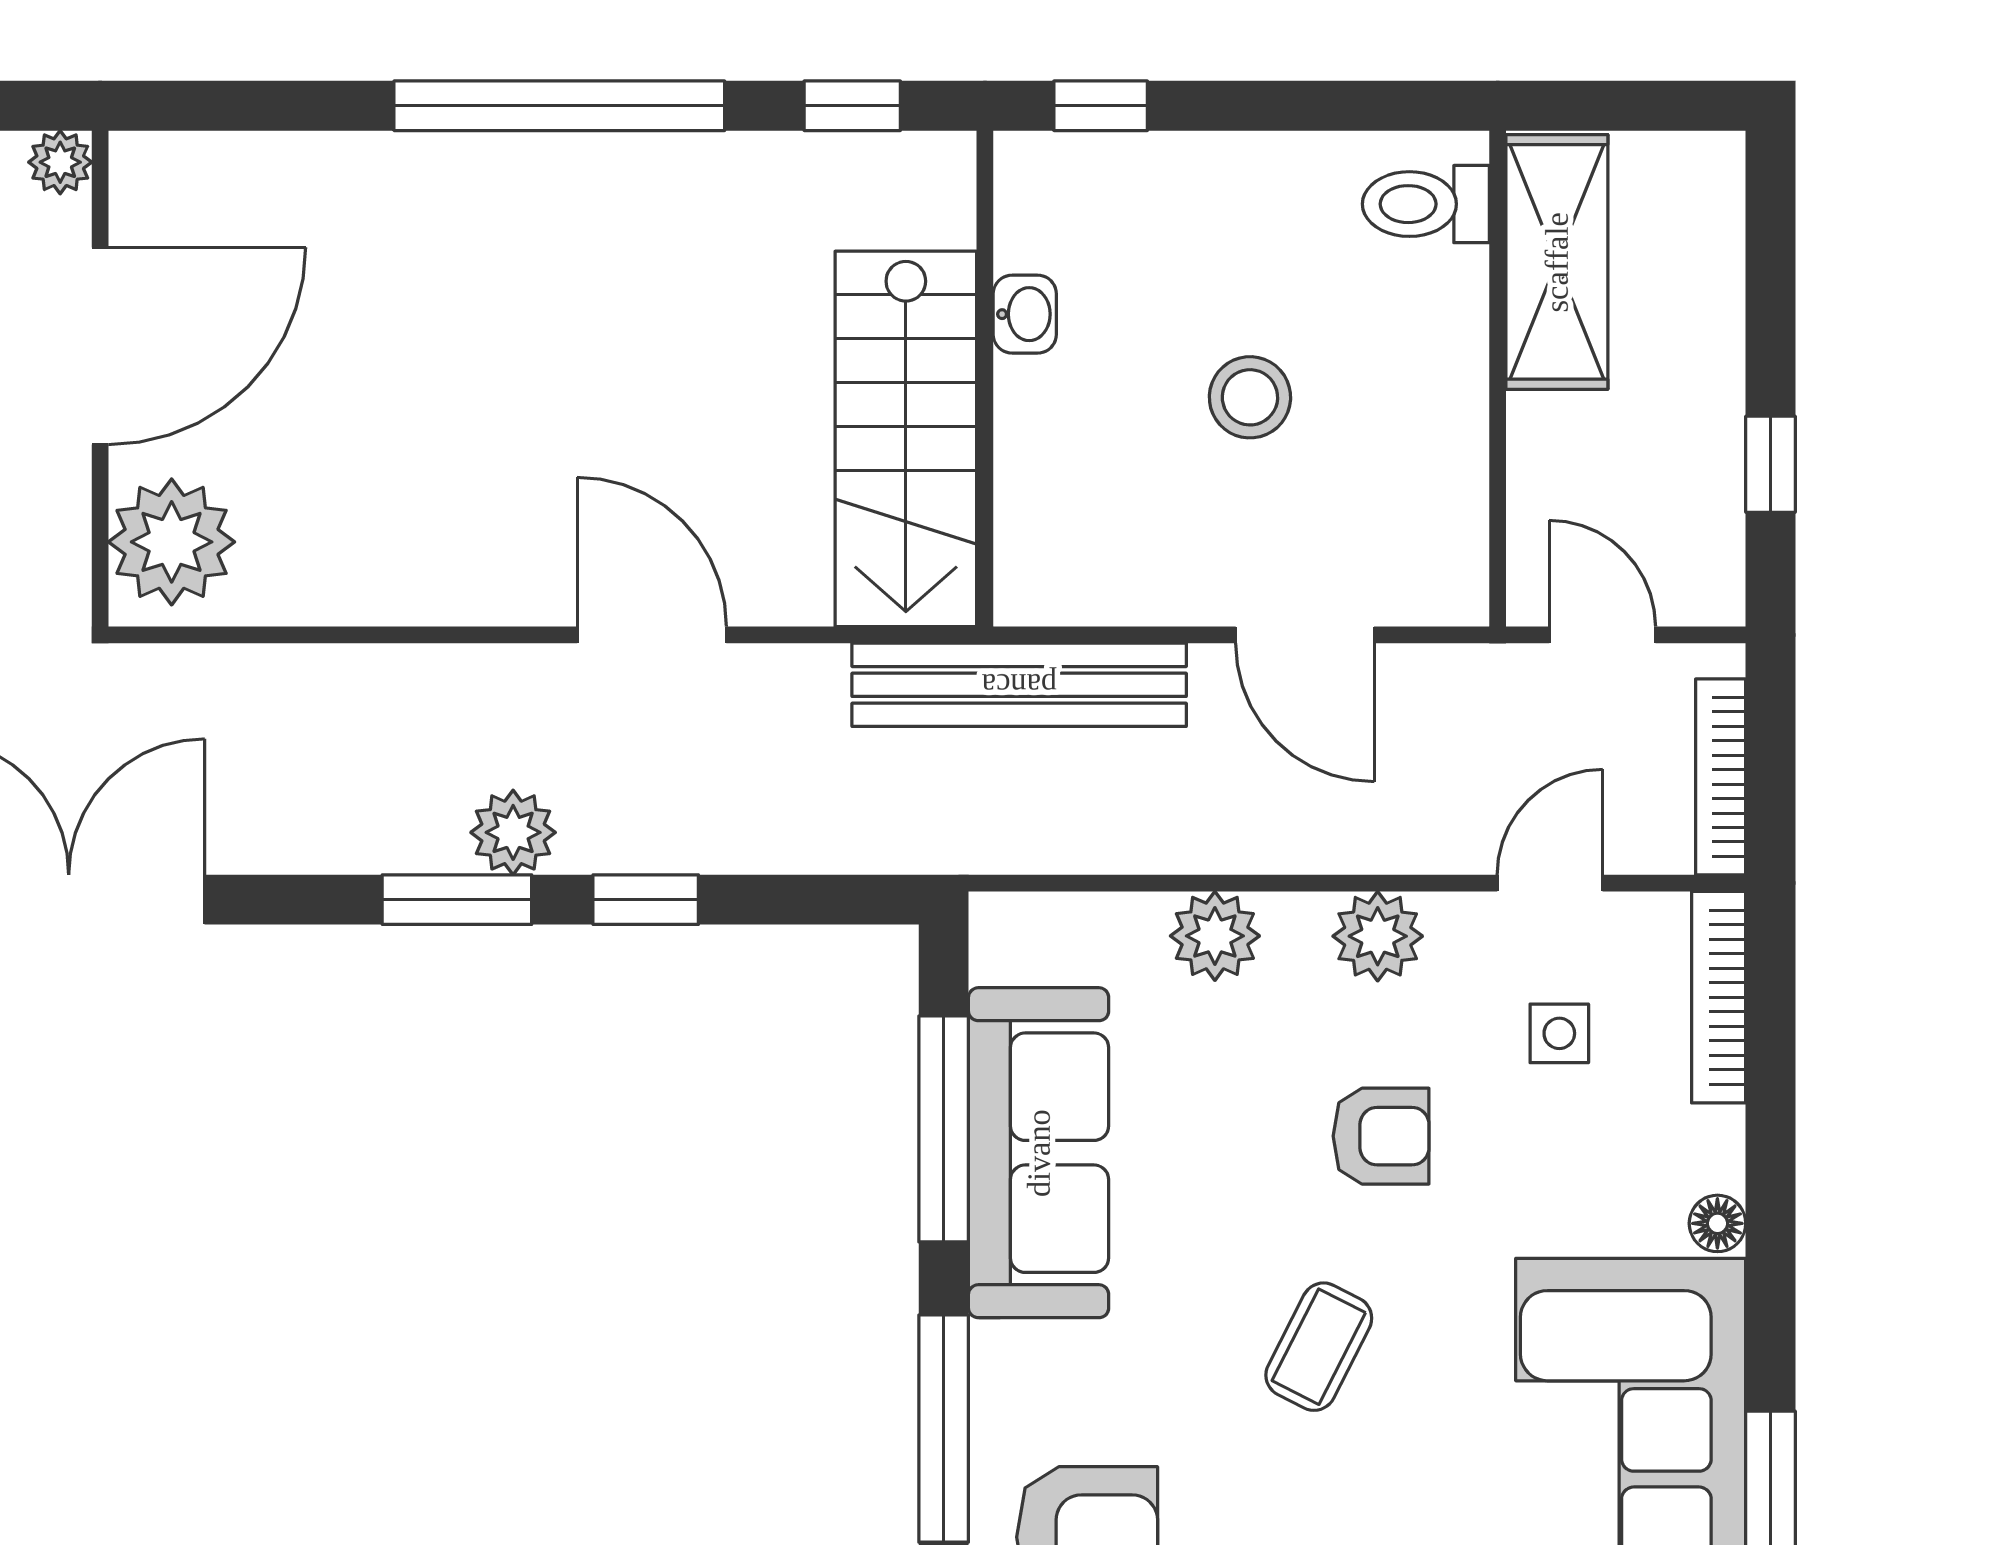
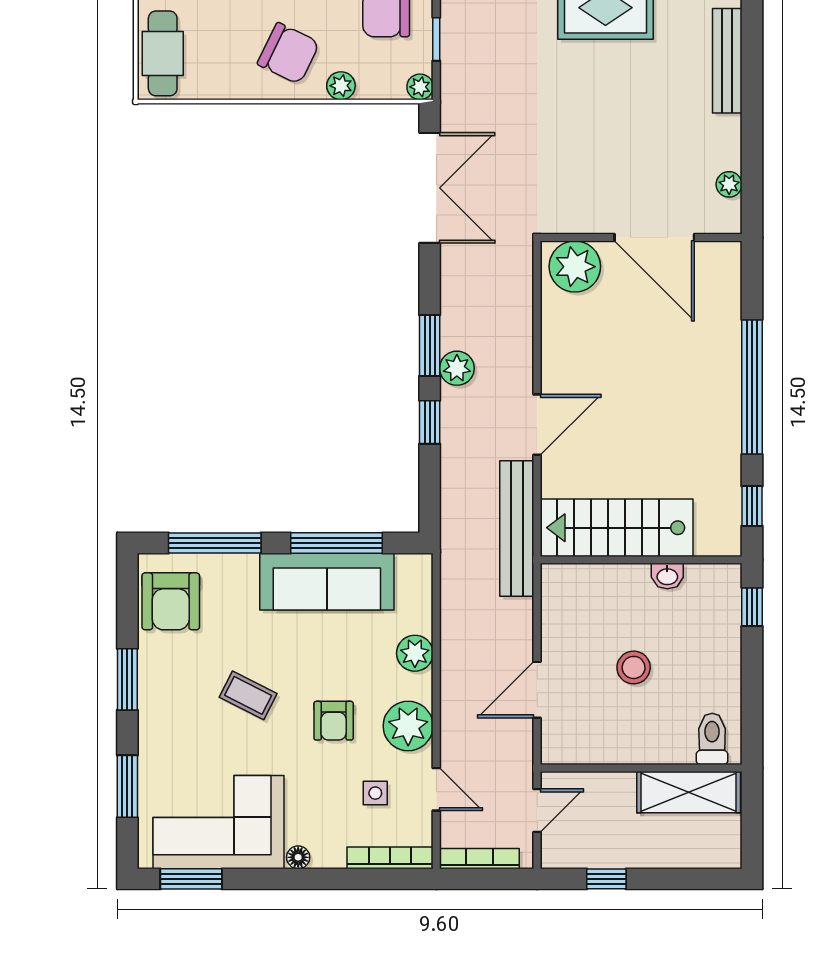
door: (100, 346) -> (654, 238), moved
wall: (100, 379) -> (641, 238), moved
plant: (172, 542) -> (575, 267), moved
bench: (1019, 685) -> (517, 528), moved
plant: (1378, 936) -> (408, 726), width x1.36, depth x1.36

